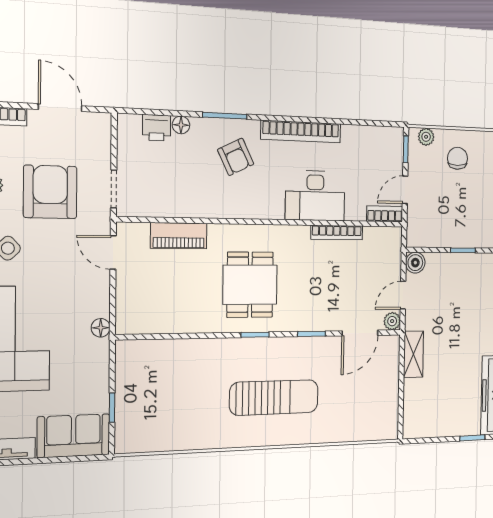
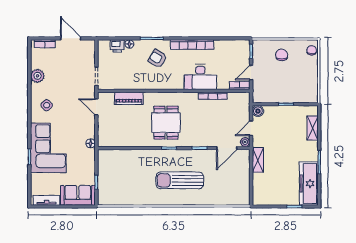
plant: (426, 137) -> (263, 44), removed
armchair: (236, 157) -> (158, 59), turned 148
armchair: (50, 192) -> (66, 78), removed
sun lounger: (274, 397) -> (180, 180), turned 180

